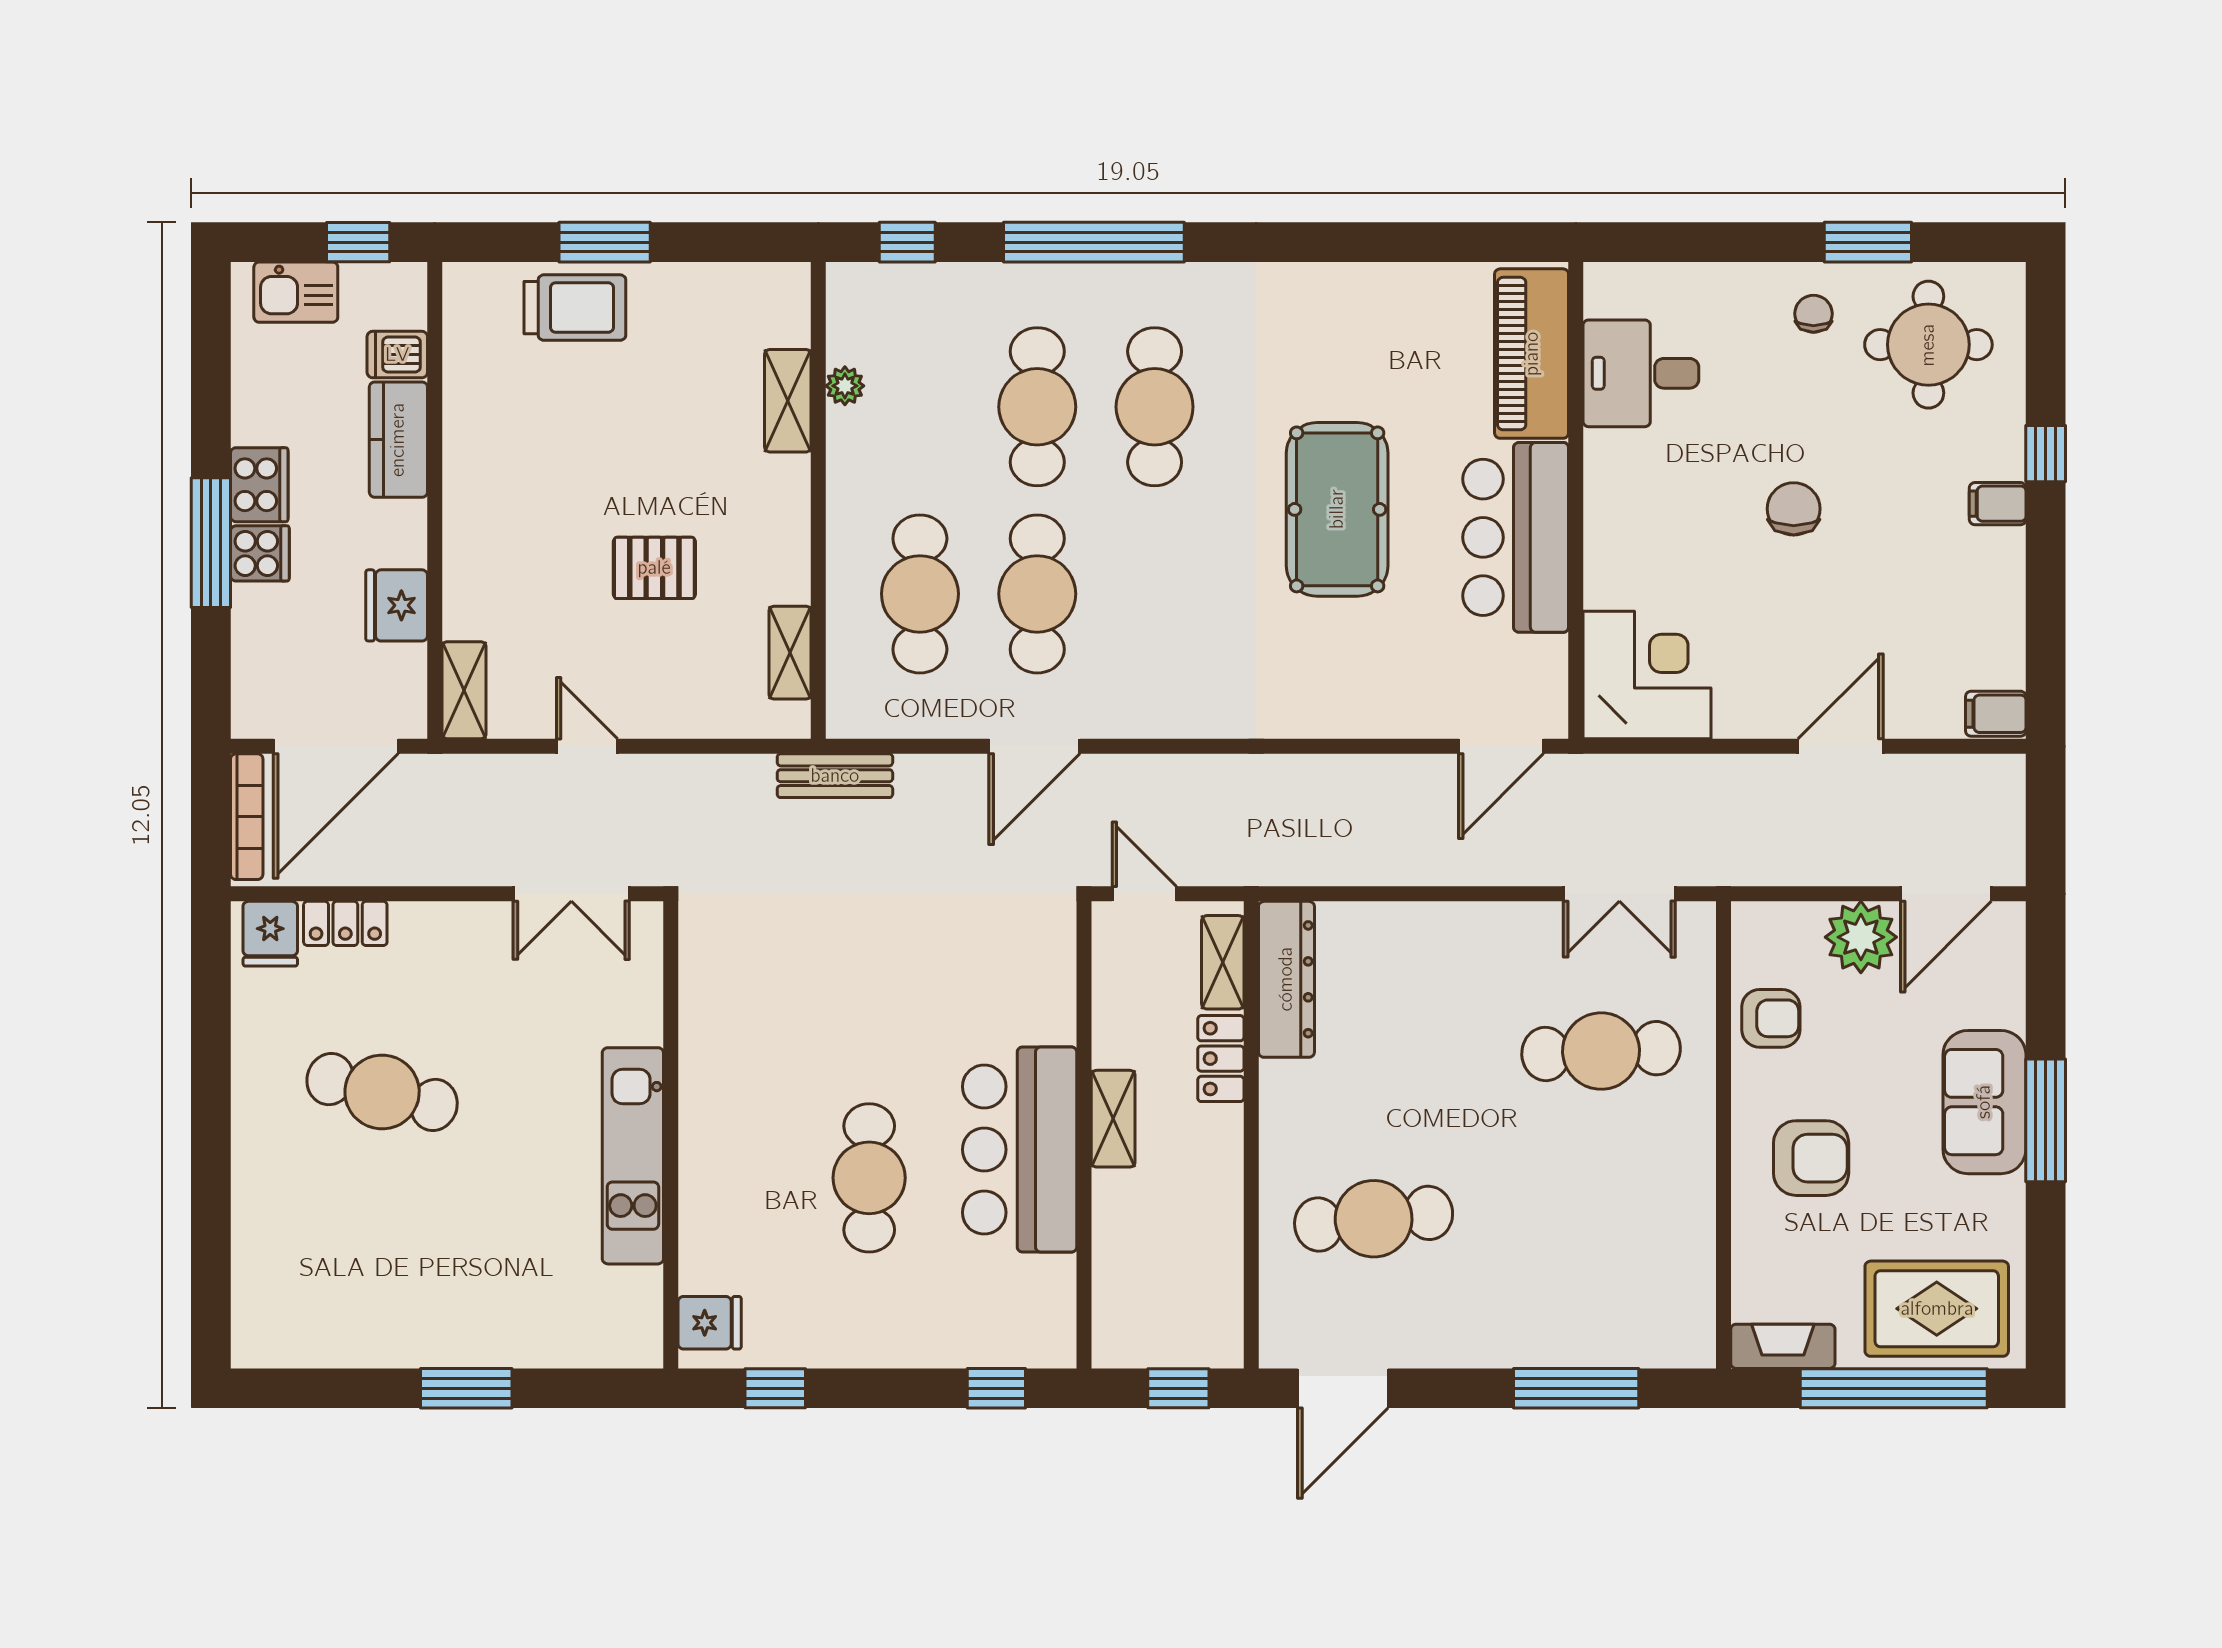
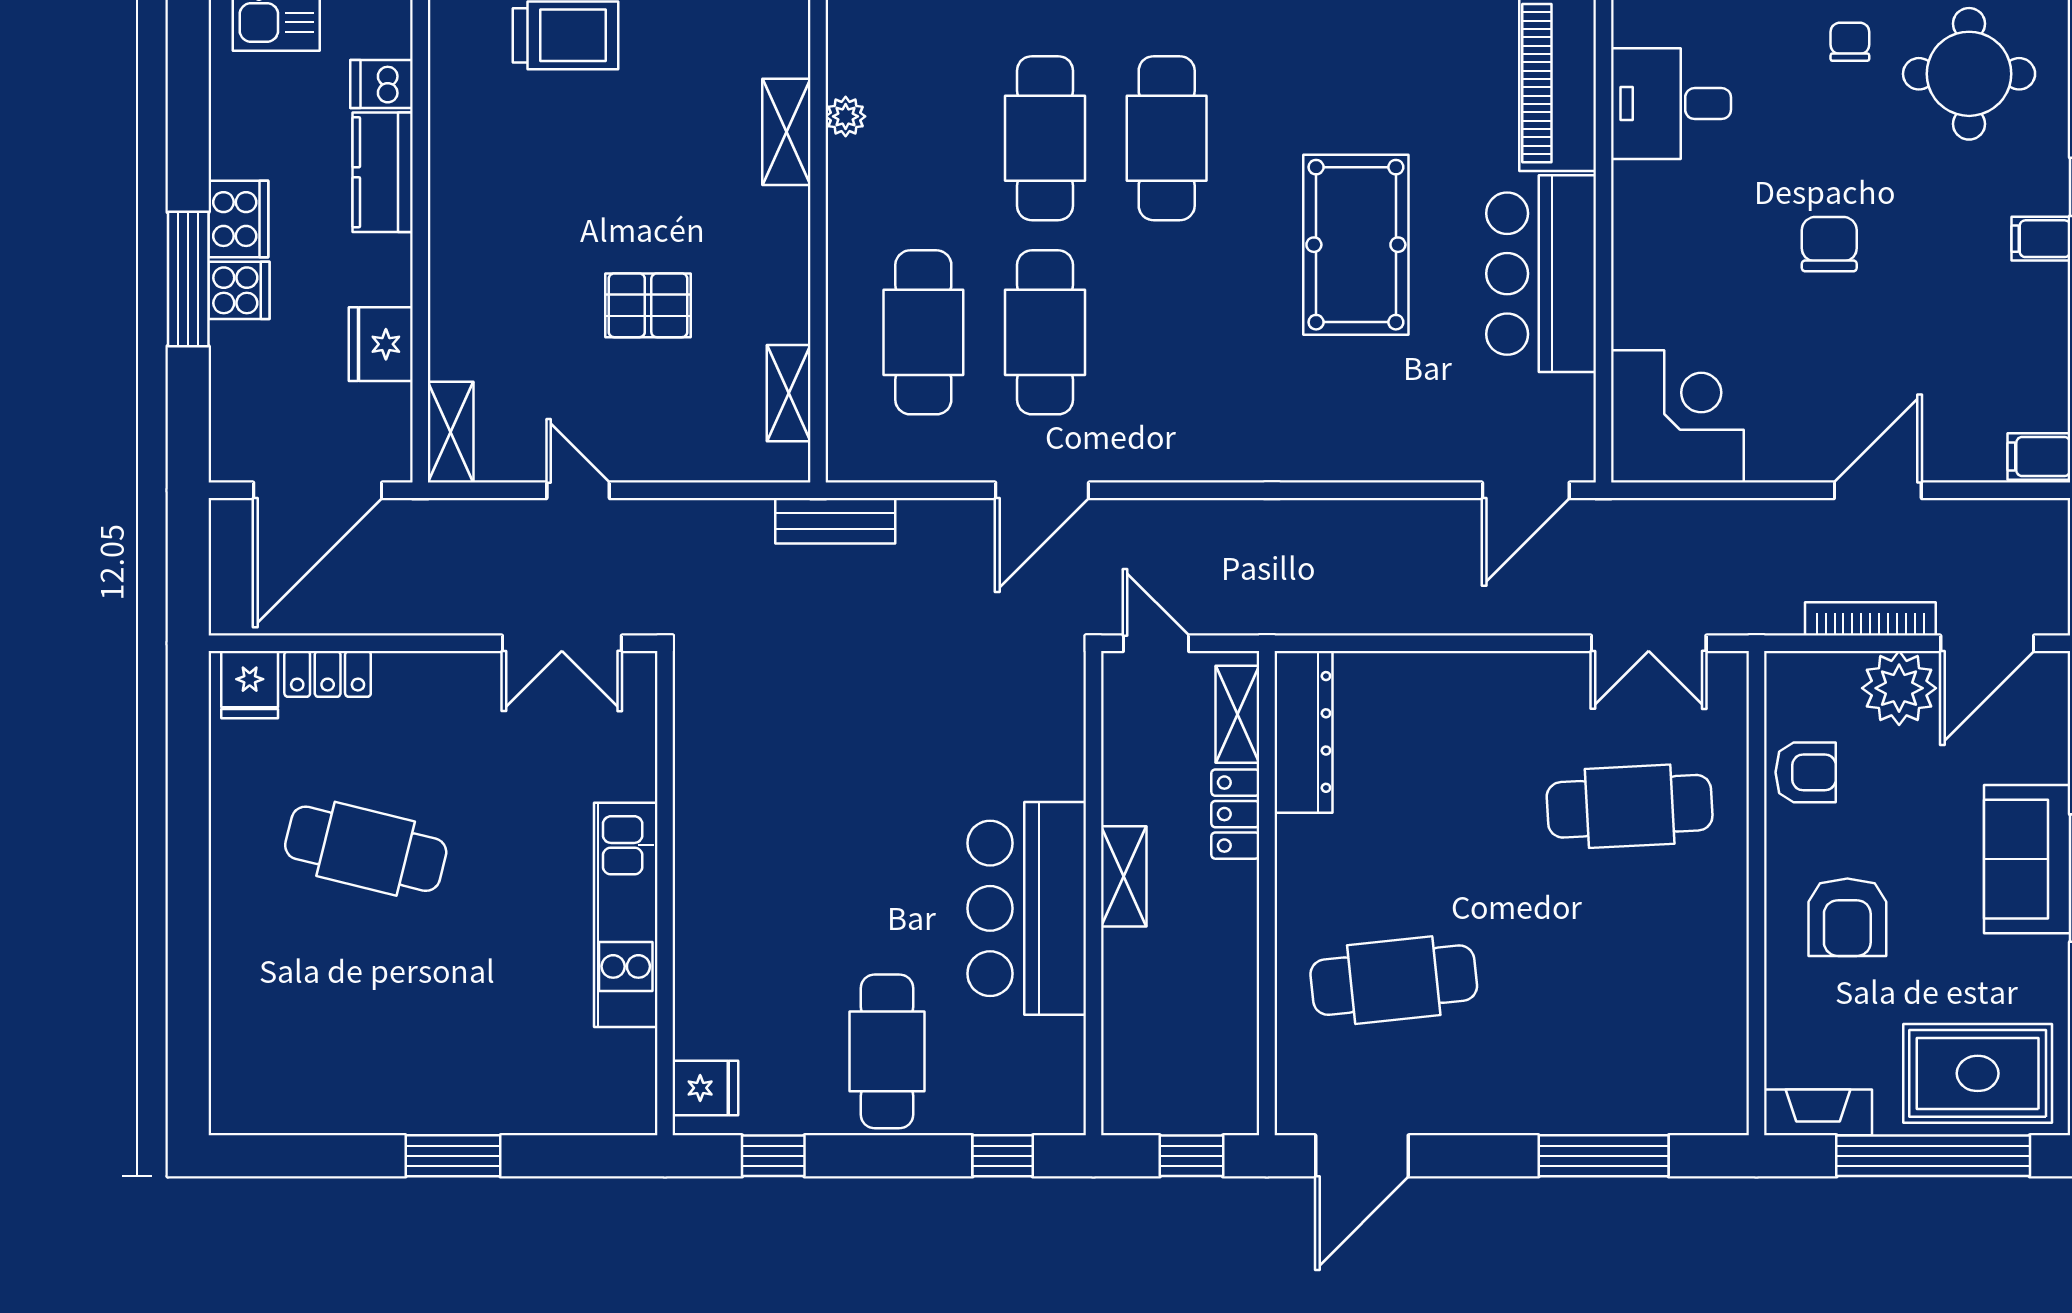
bookcase: (247, 817) -> (1870, 619), moved, turned -90
armchair: (1811, 1158) -> (1847, 917), turned 90
cafe table: (869, 1178) -> (887, 1051), moved

